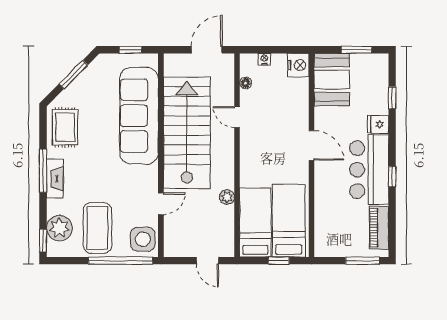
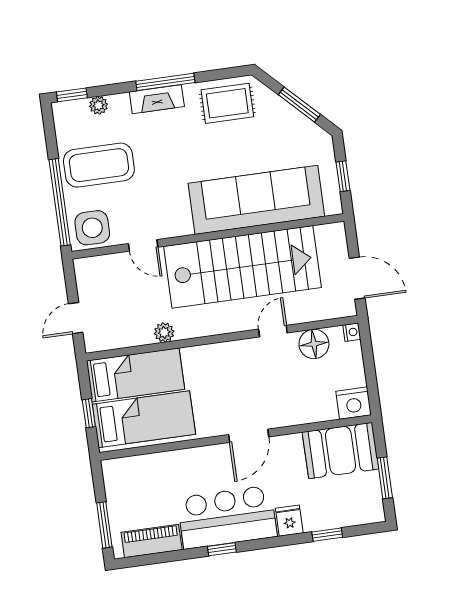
nightstand: (264, 59) -> (352, 332), moved
floor lamp: (246, 83) -> (314, 344), width x1.89, depth x1.89
plant: (59, 228) -> (99, 105), width x0.53, depth x0.53

